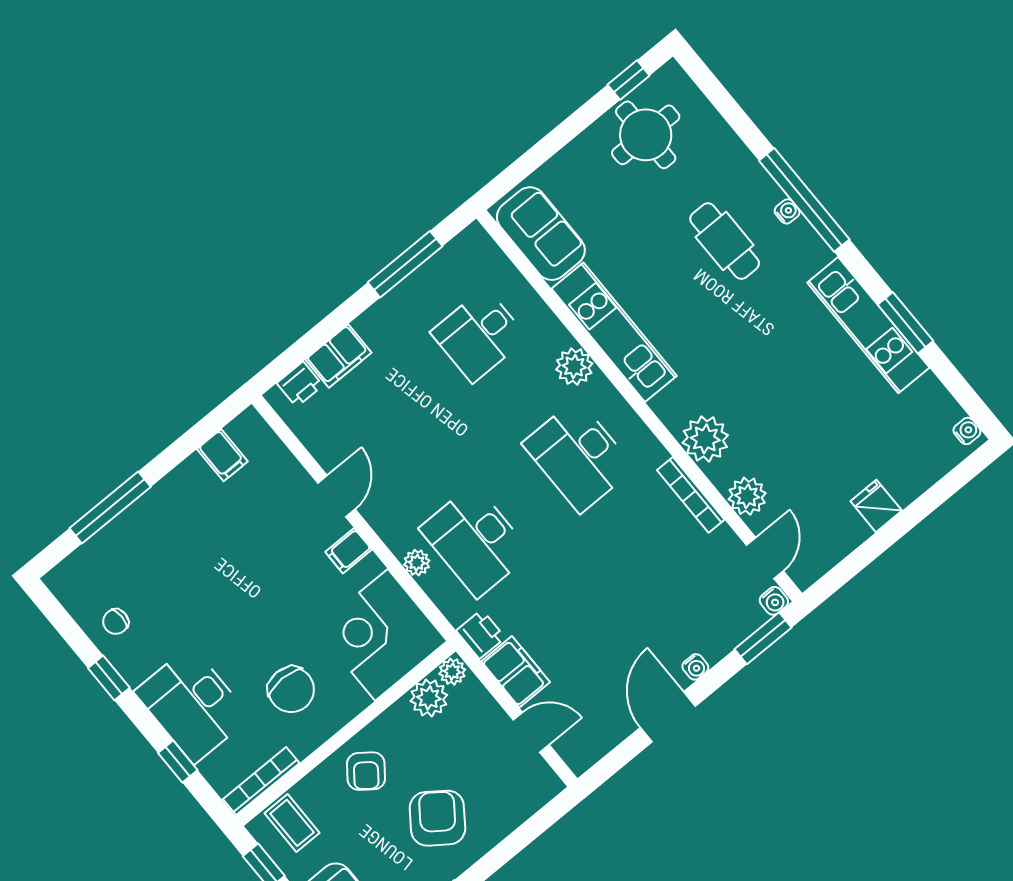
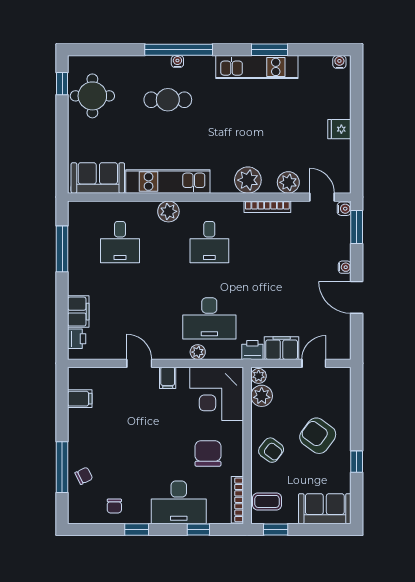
desk: (578, 456) -> (209, 242), width x0.73
chair: (123, 547) -> (84, 476), added
chair: (291, 690) -> (208, 453), turned -90

